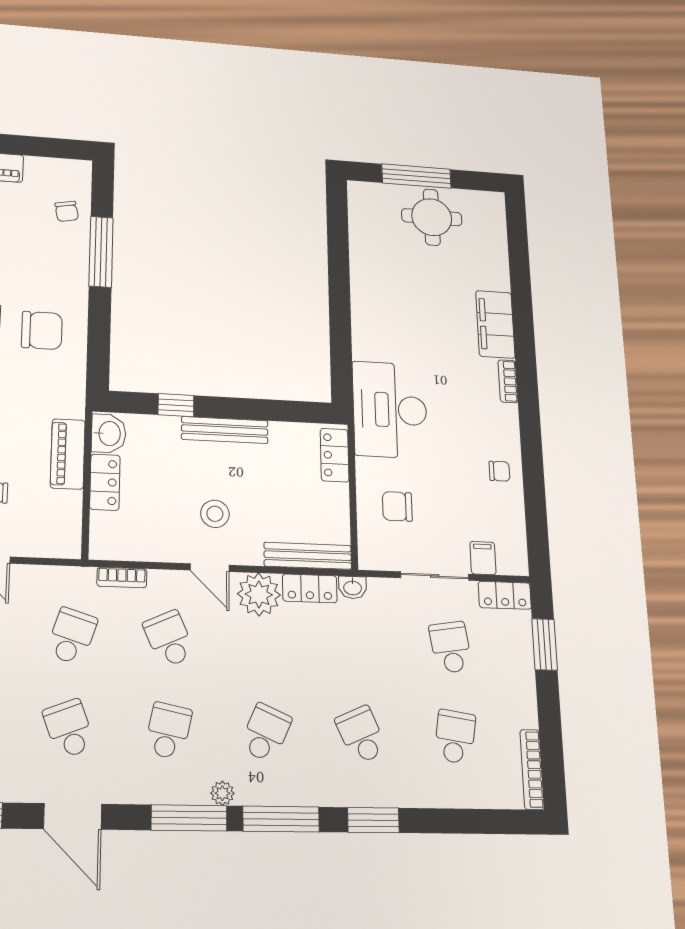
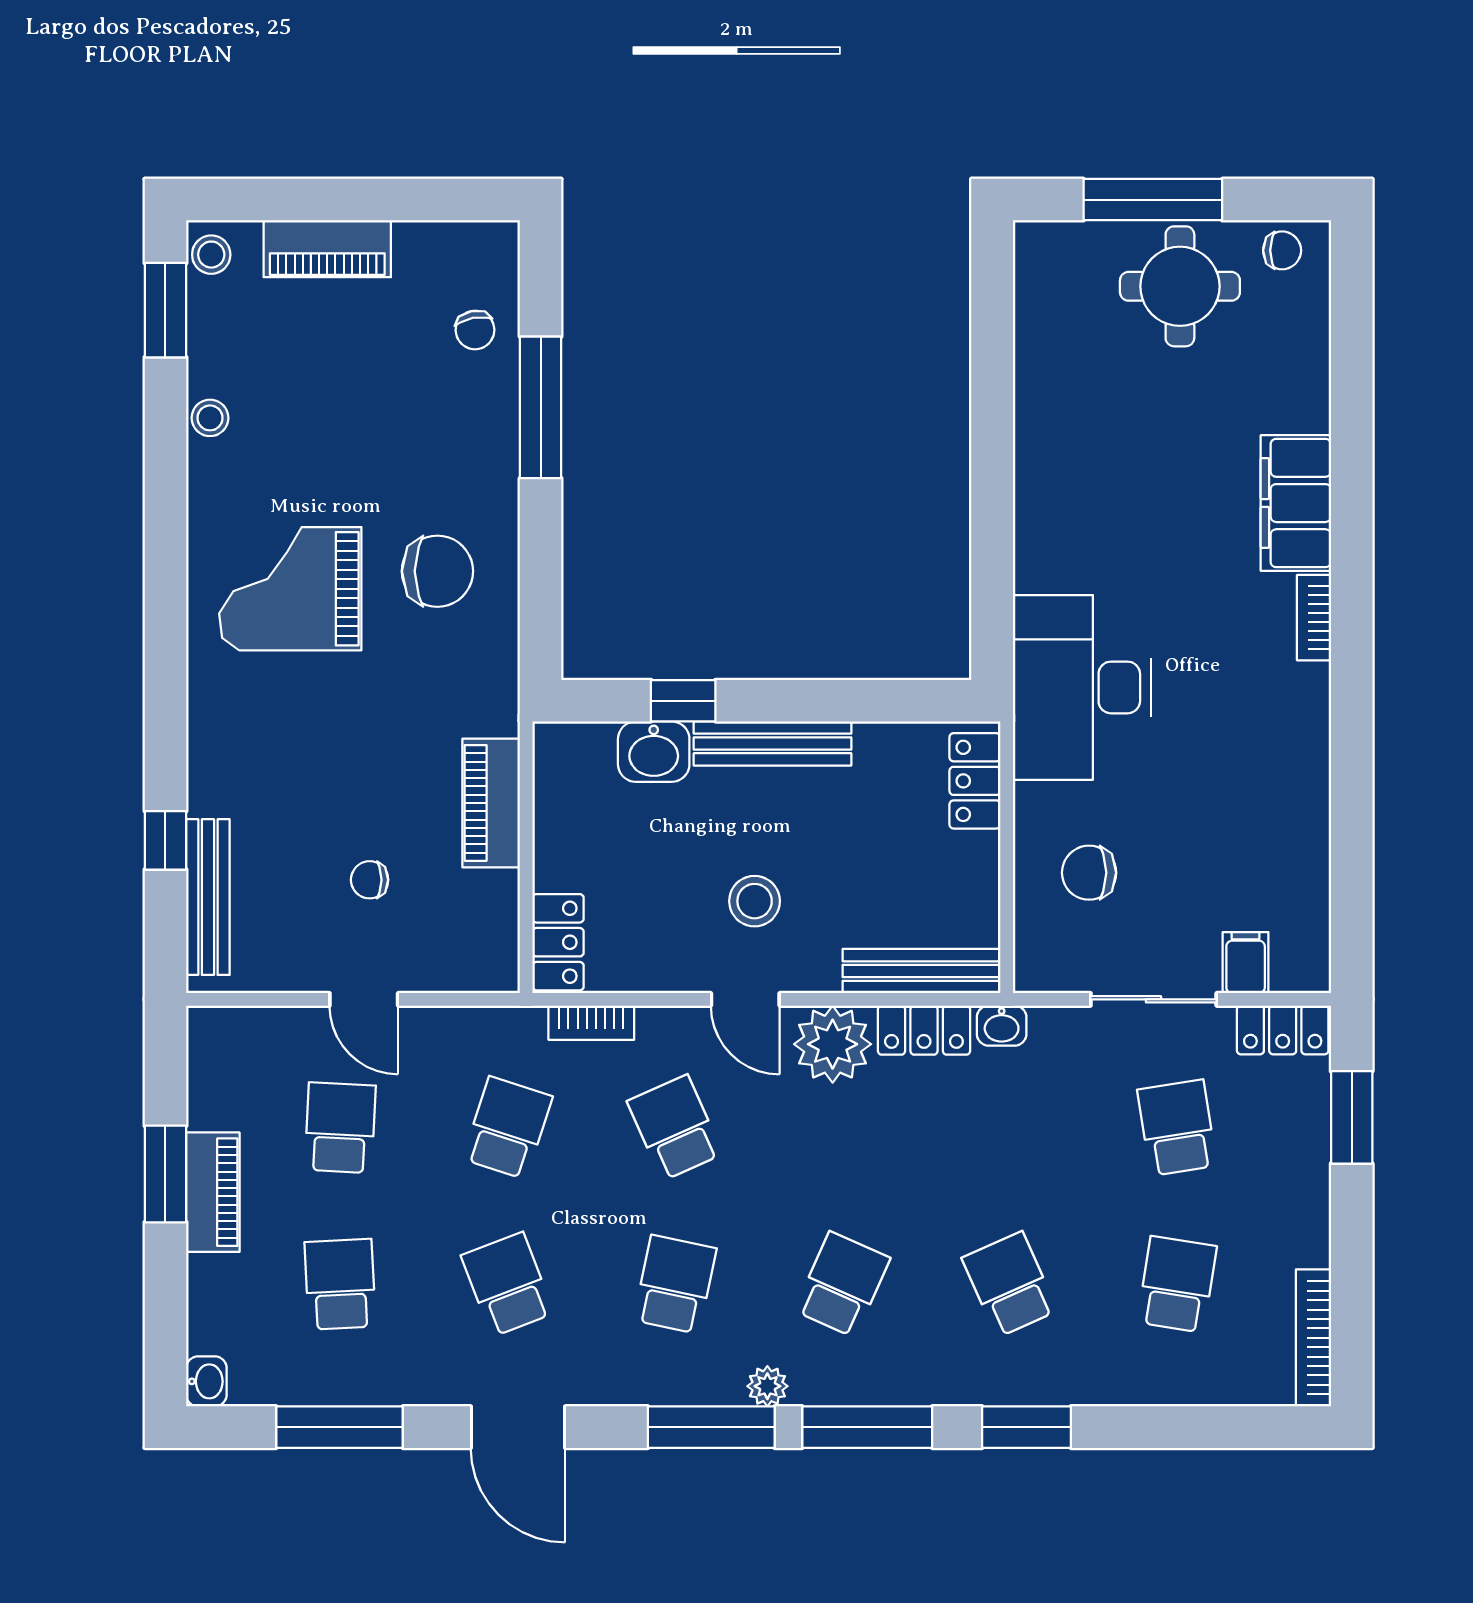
washbasin: (109, 433) -> (654, 752), moved, turned 90
chair: (499, 471) -> (1282, 250), moved
locker: (105, 482) -> (558, 942), moved

